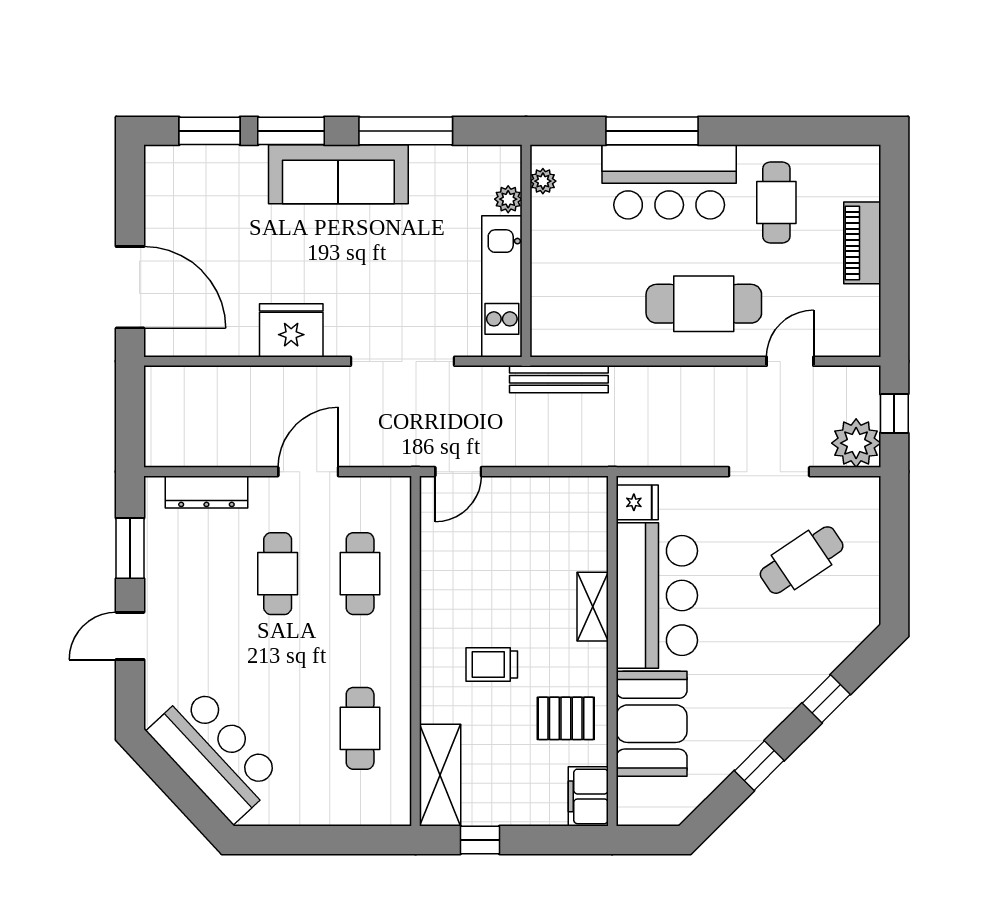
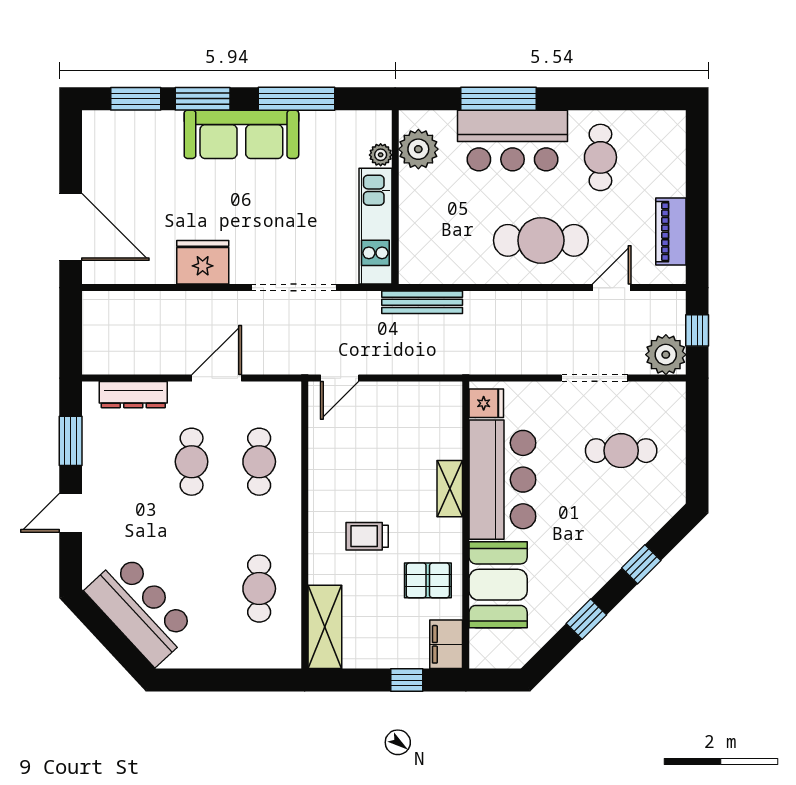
plant: (543, 181) -> (418, 149), width x1.87, depth x1.87
piano: (862, 243) -> (671, 232), moved
cafe table: (802, 560) -> (621, 451), turned 34
window: (480, 840) -> (407, 680), moved

